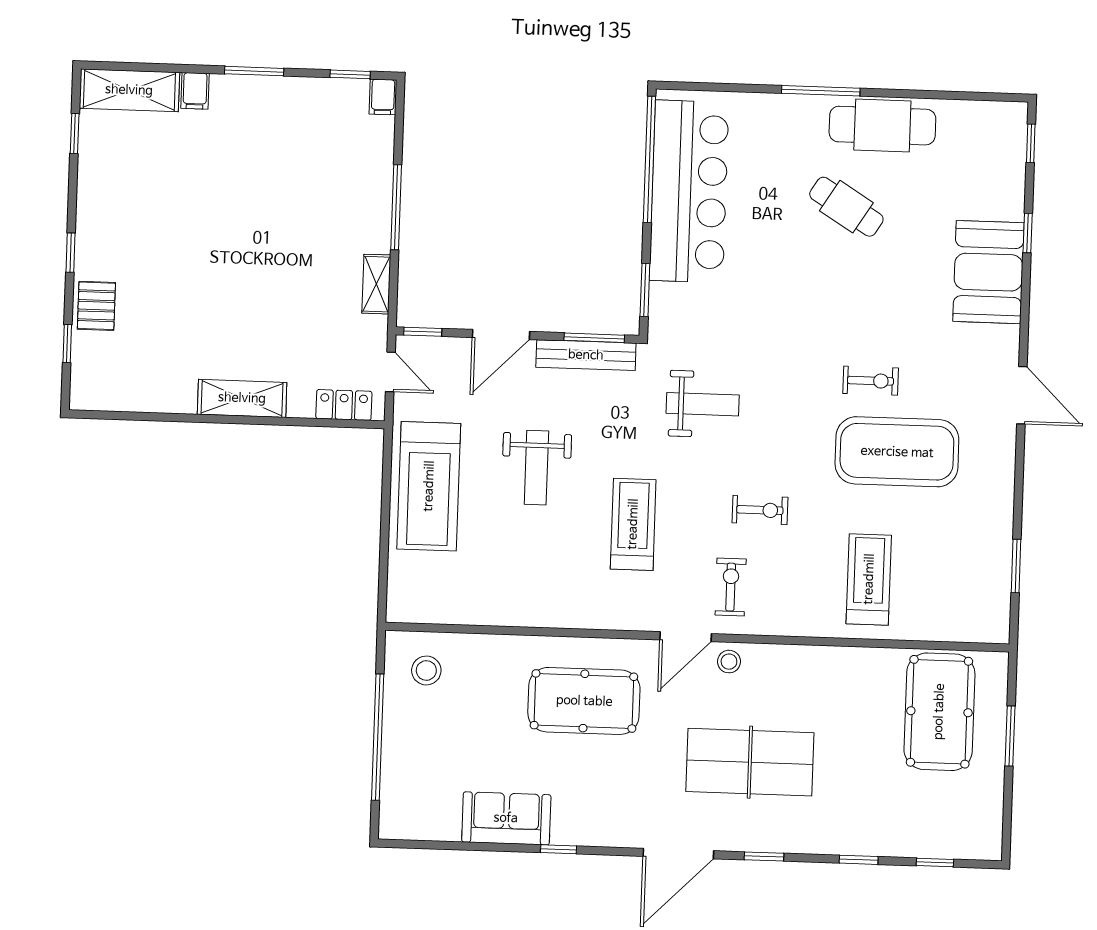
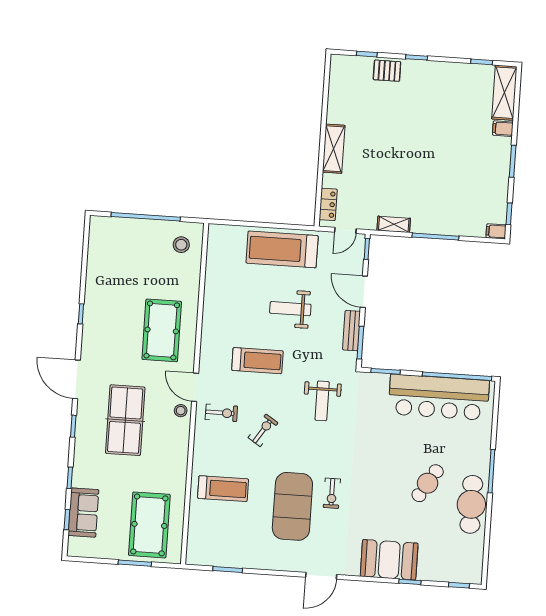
bench: (586, 355) -> (352, 331), width x0.73
exercise bike: (760, 510) -> (263, 430), turned -147
pool table: (939, 712) -> (149, 525), turned 90
sofa: (506, 818) -> (83, 513), moved

